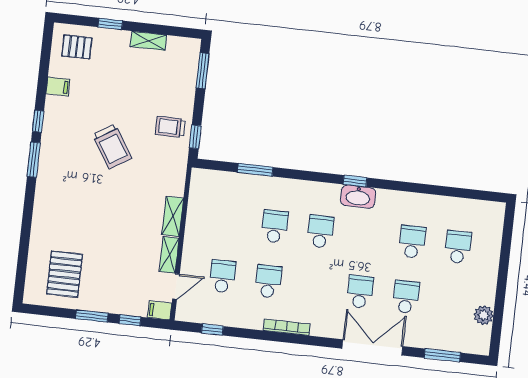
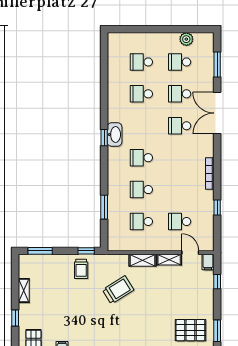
trolley: (112, 146) -> (118, 290), moved
school desk: (268, 281) -> (141, 221), moved
school desk: (452, 302) -> (180, 62), added
window: (92, 316) -> (217, 331), moved
window: (212, 329) -> (217, 207), moved

